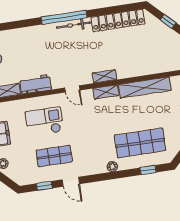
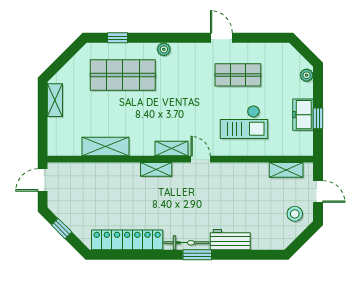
window: (64, 17) -> (197, 255), width x0.47
workbench: (35, 84) -> (230, 240), moved, turned 180
shelving: (145, 87) -> (105, 147), width x0.68
shelving: (106, 92) -> (172, 149), moved
window: (44, 186) -> (257, 38), removed

